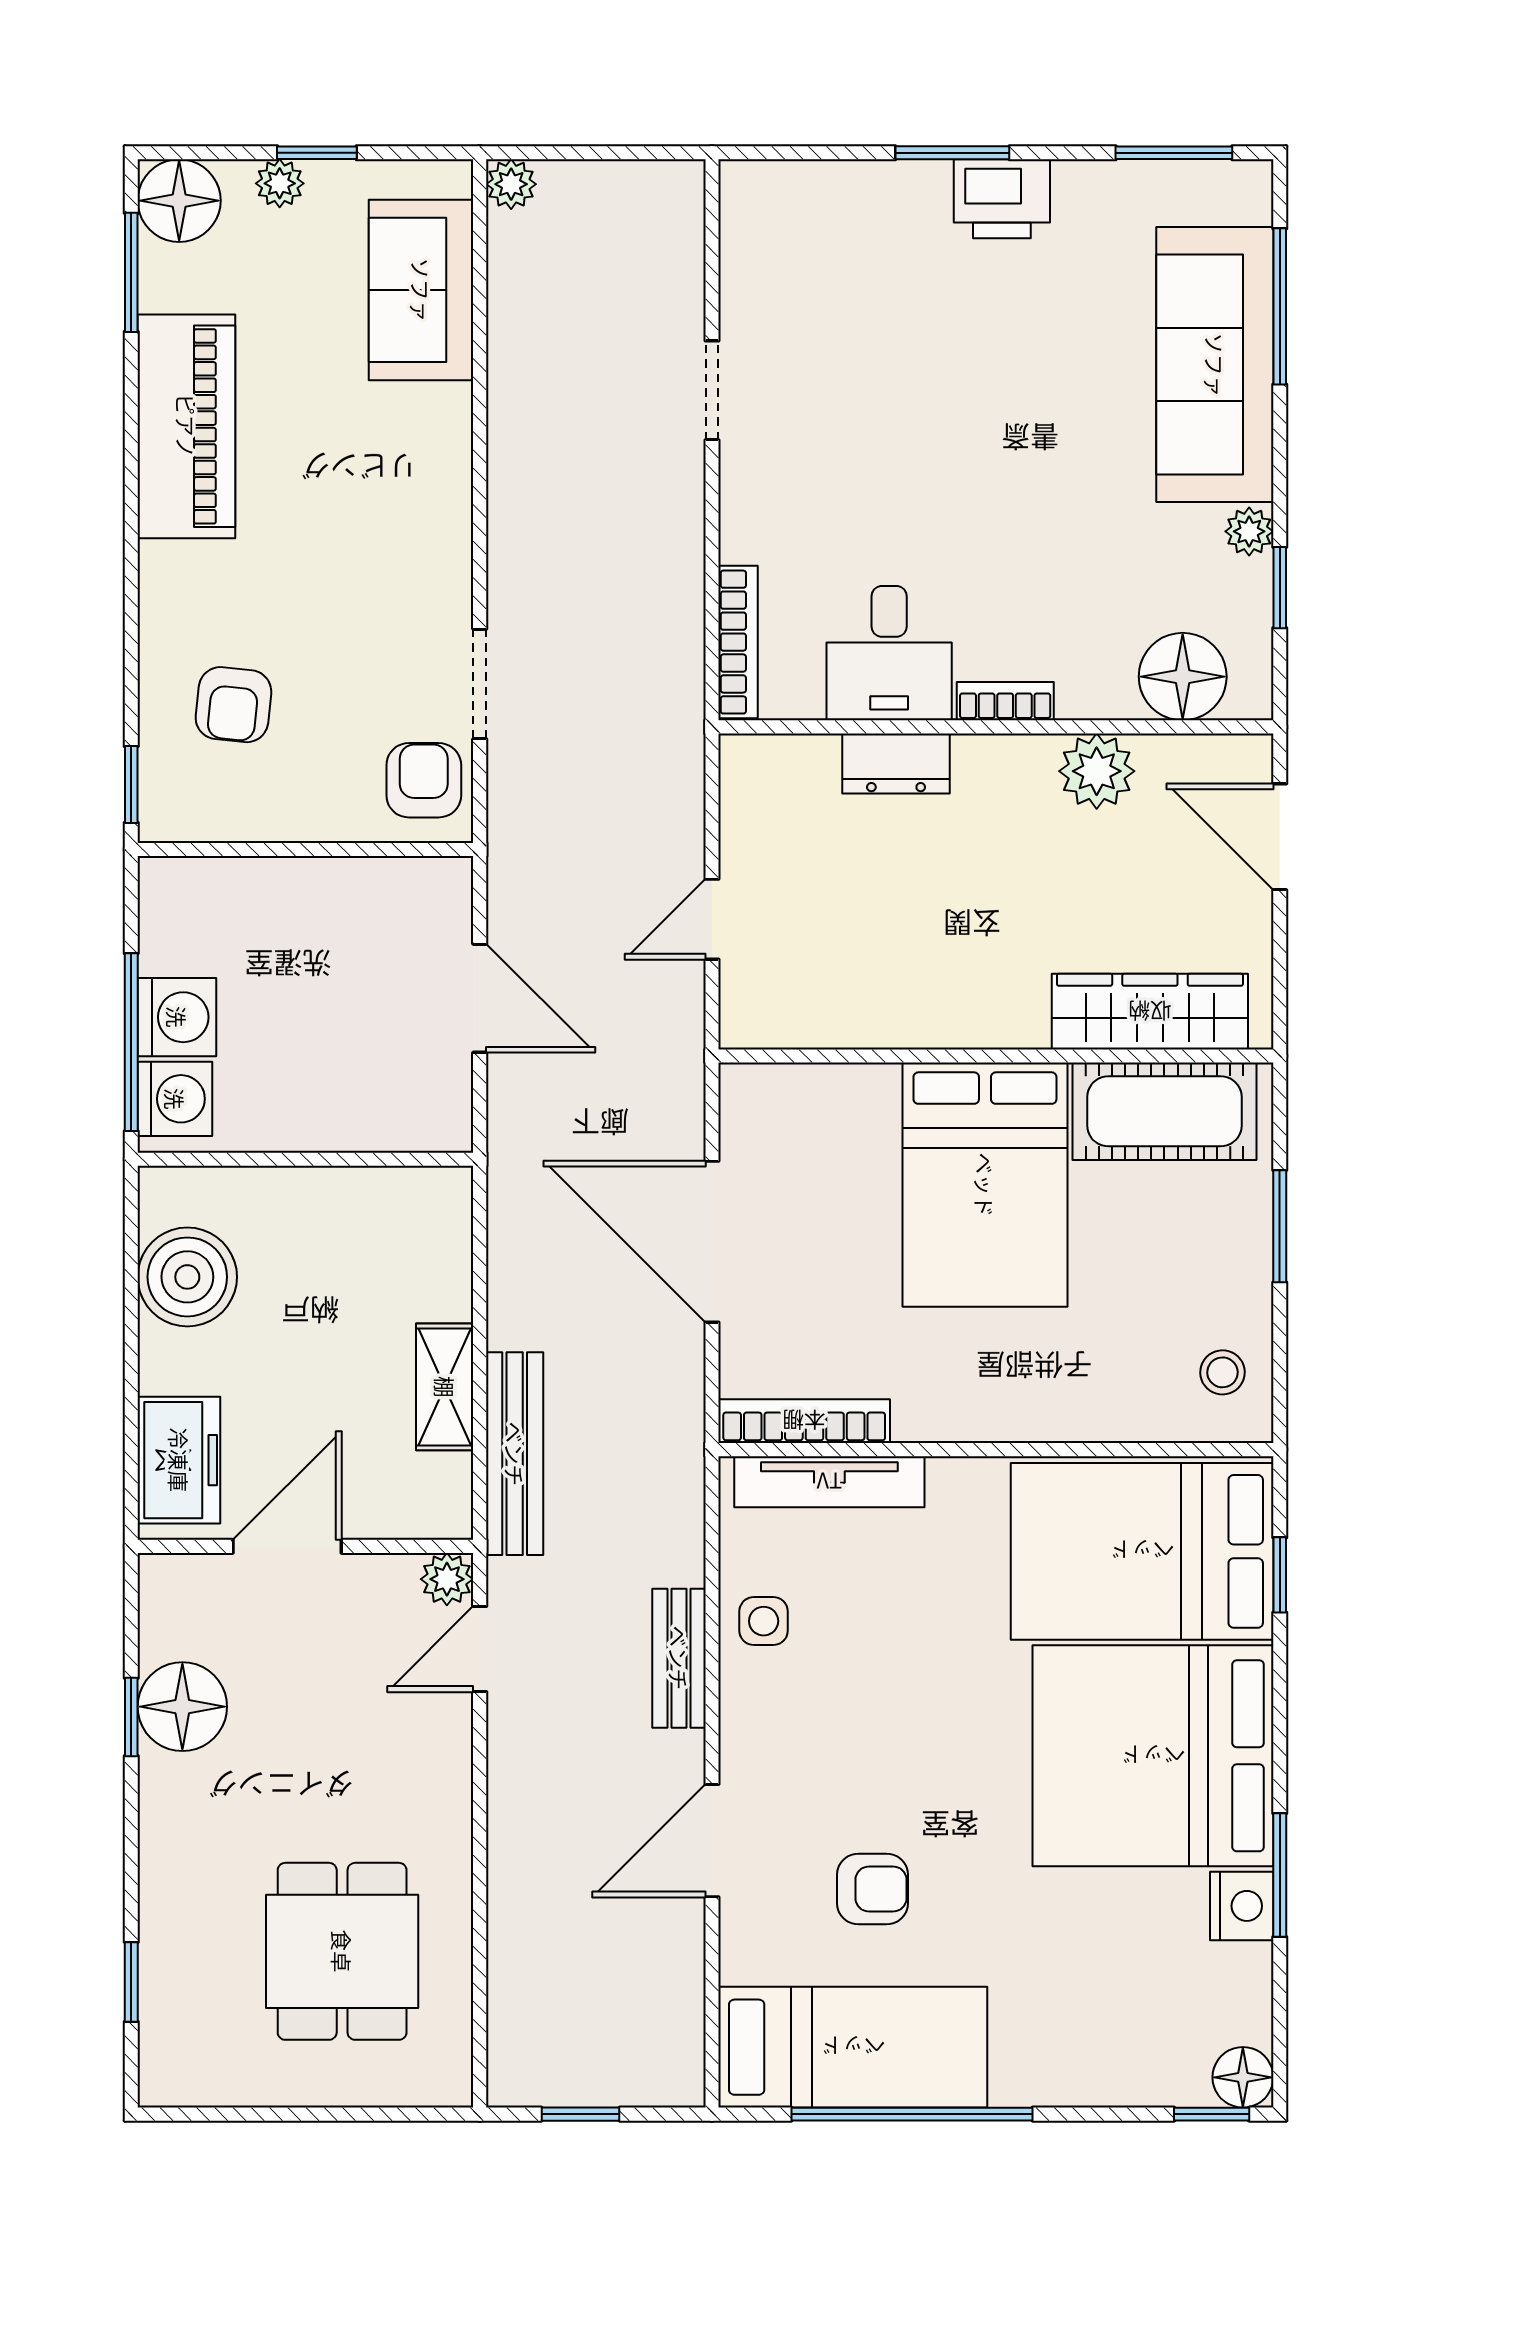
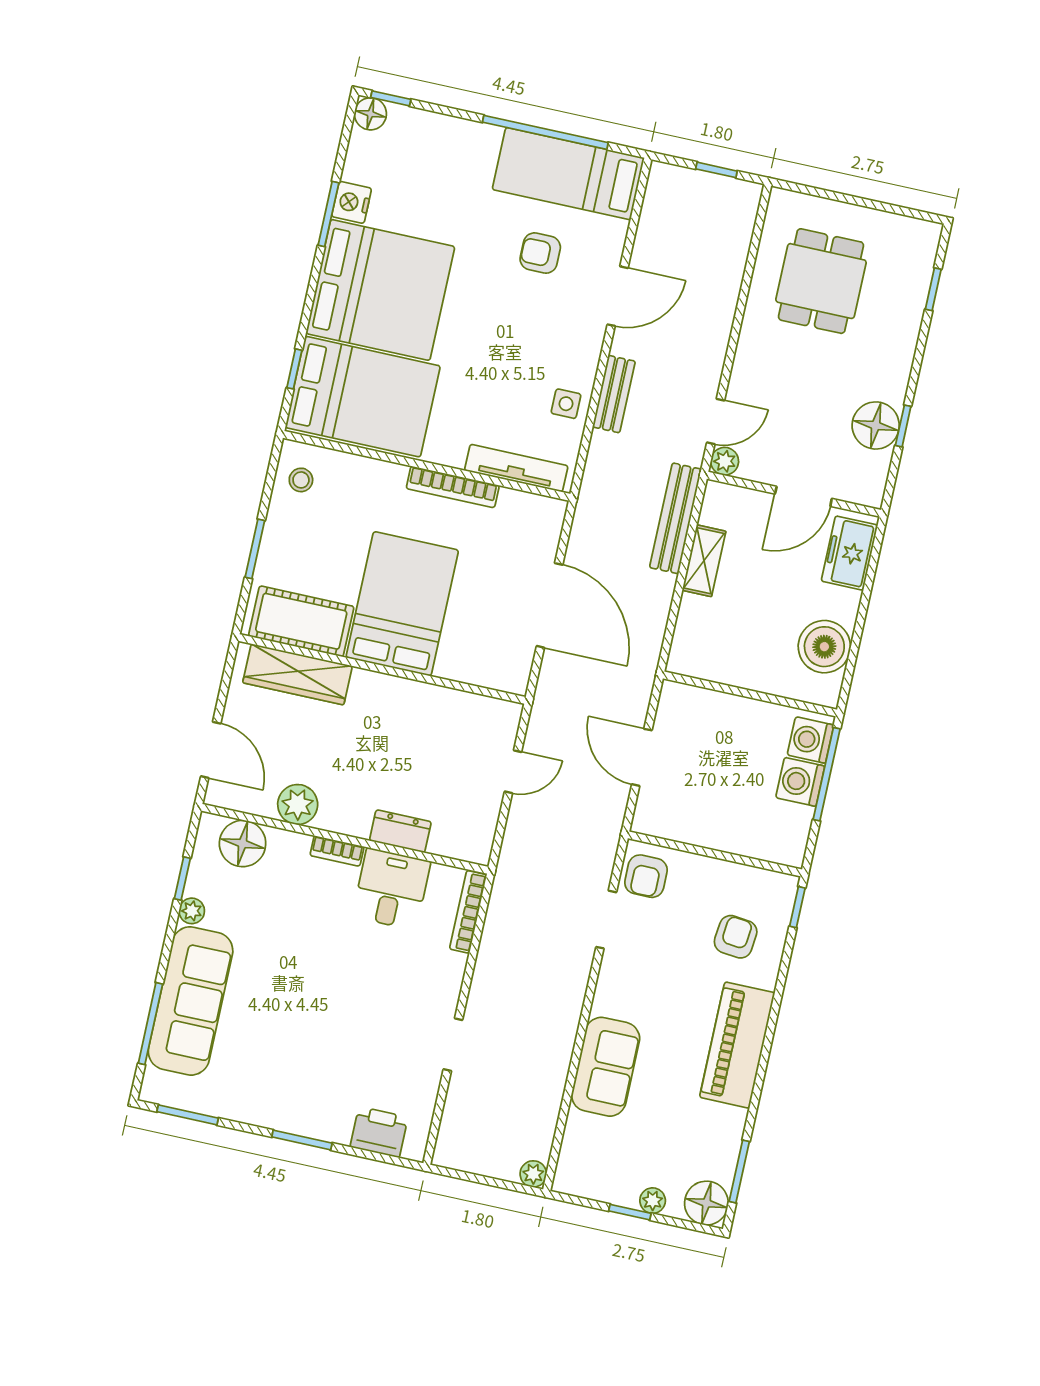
printer: (1002, 199) -> (379, 1132), moved
sofa: (421, 290) -> (606, 1067), moved
piano: (186, 426) -> (737, 1045), moved
bookcase: (804, 1421) -> (453, 487), moved

